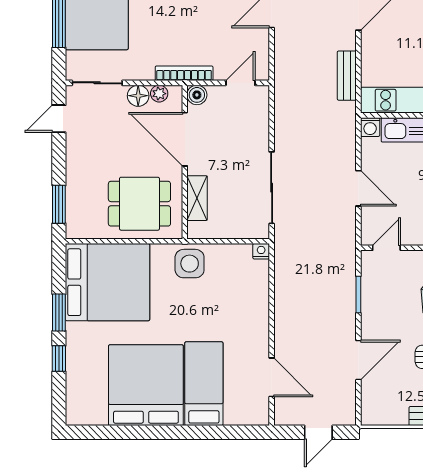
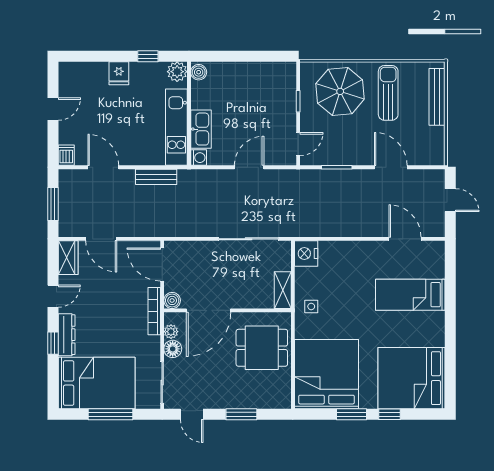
door: (240, 83) -> (162, 264), width x1.38
shelving: (197, 198) -> (283, 290), moved, turned 90
window: (59, 204) -> (241, 414), moved
dining table: (139, 204) -> (262, 348), turned 90
door: (386, 248) -> (298, 144), swing flipped
nightstand: (261, 251) -> (306, 254), width x1.89, depth x1.79
side table: (190, 264) -> (311, 306), width x0.54, depth x0.54
door: (272, 377) -> (405, 239), hinge flipped
bed: (146, 385) -> (412, 378), moved

